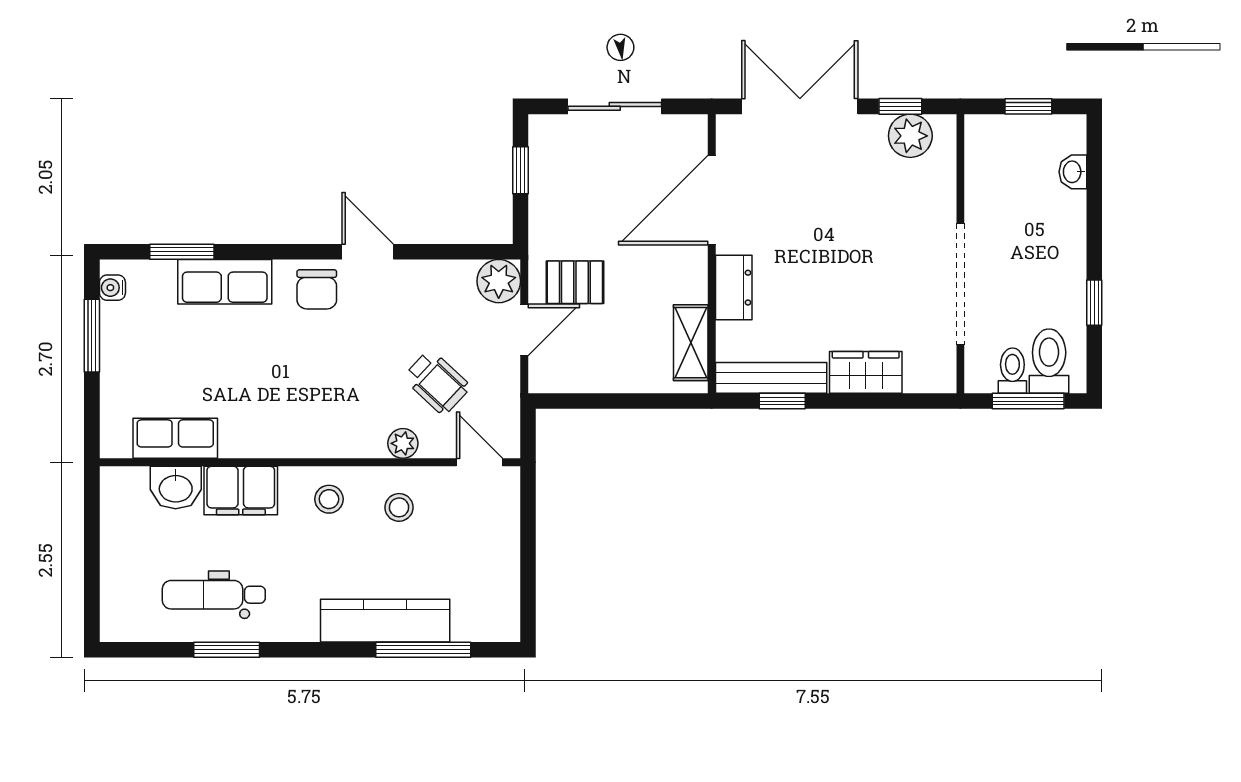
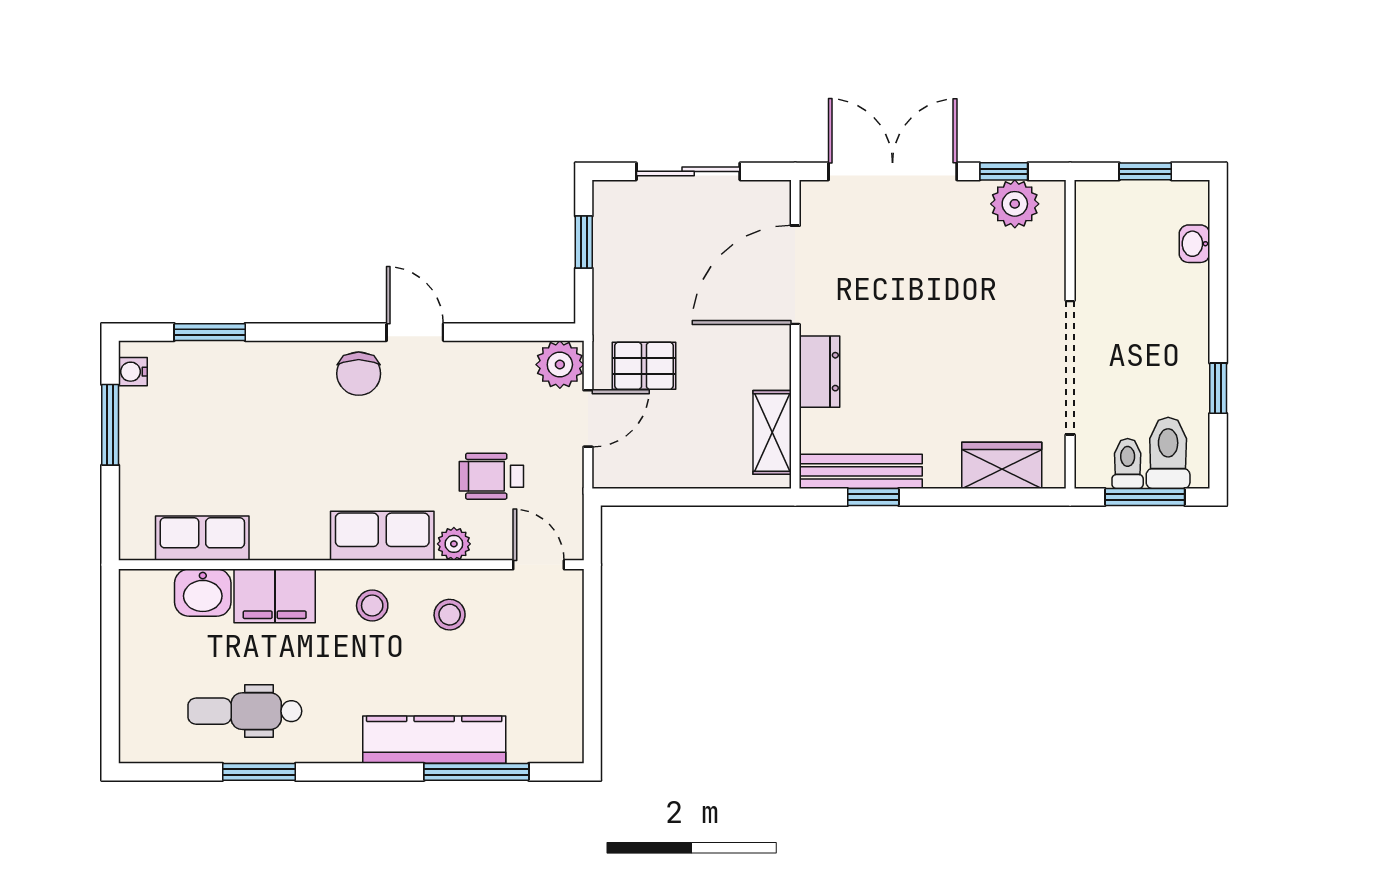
row of seats: (225, 282) -> (382, 536), moved, turned 180
wardrobe: (866, 372) -> (1002, 465), moved
wheelchair: (437, 382) -> (491, 476), turned 137

